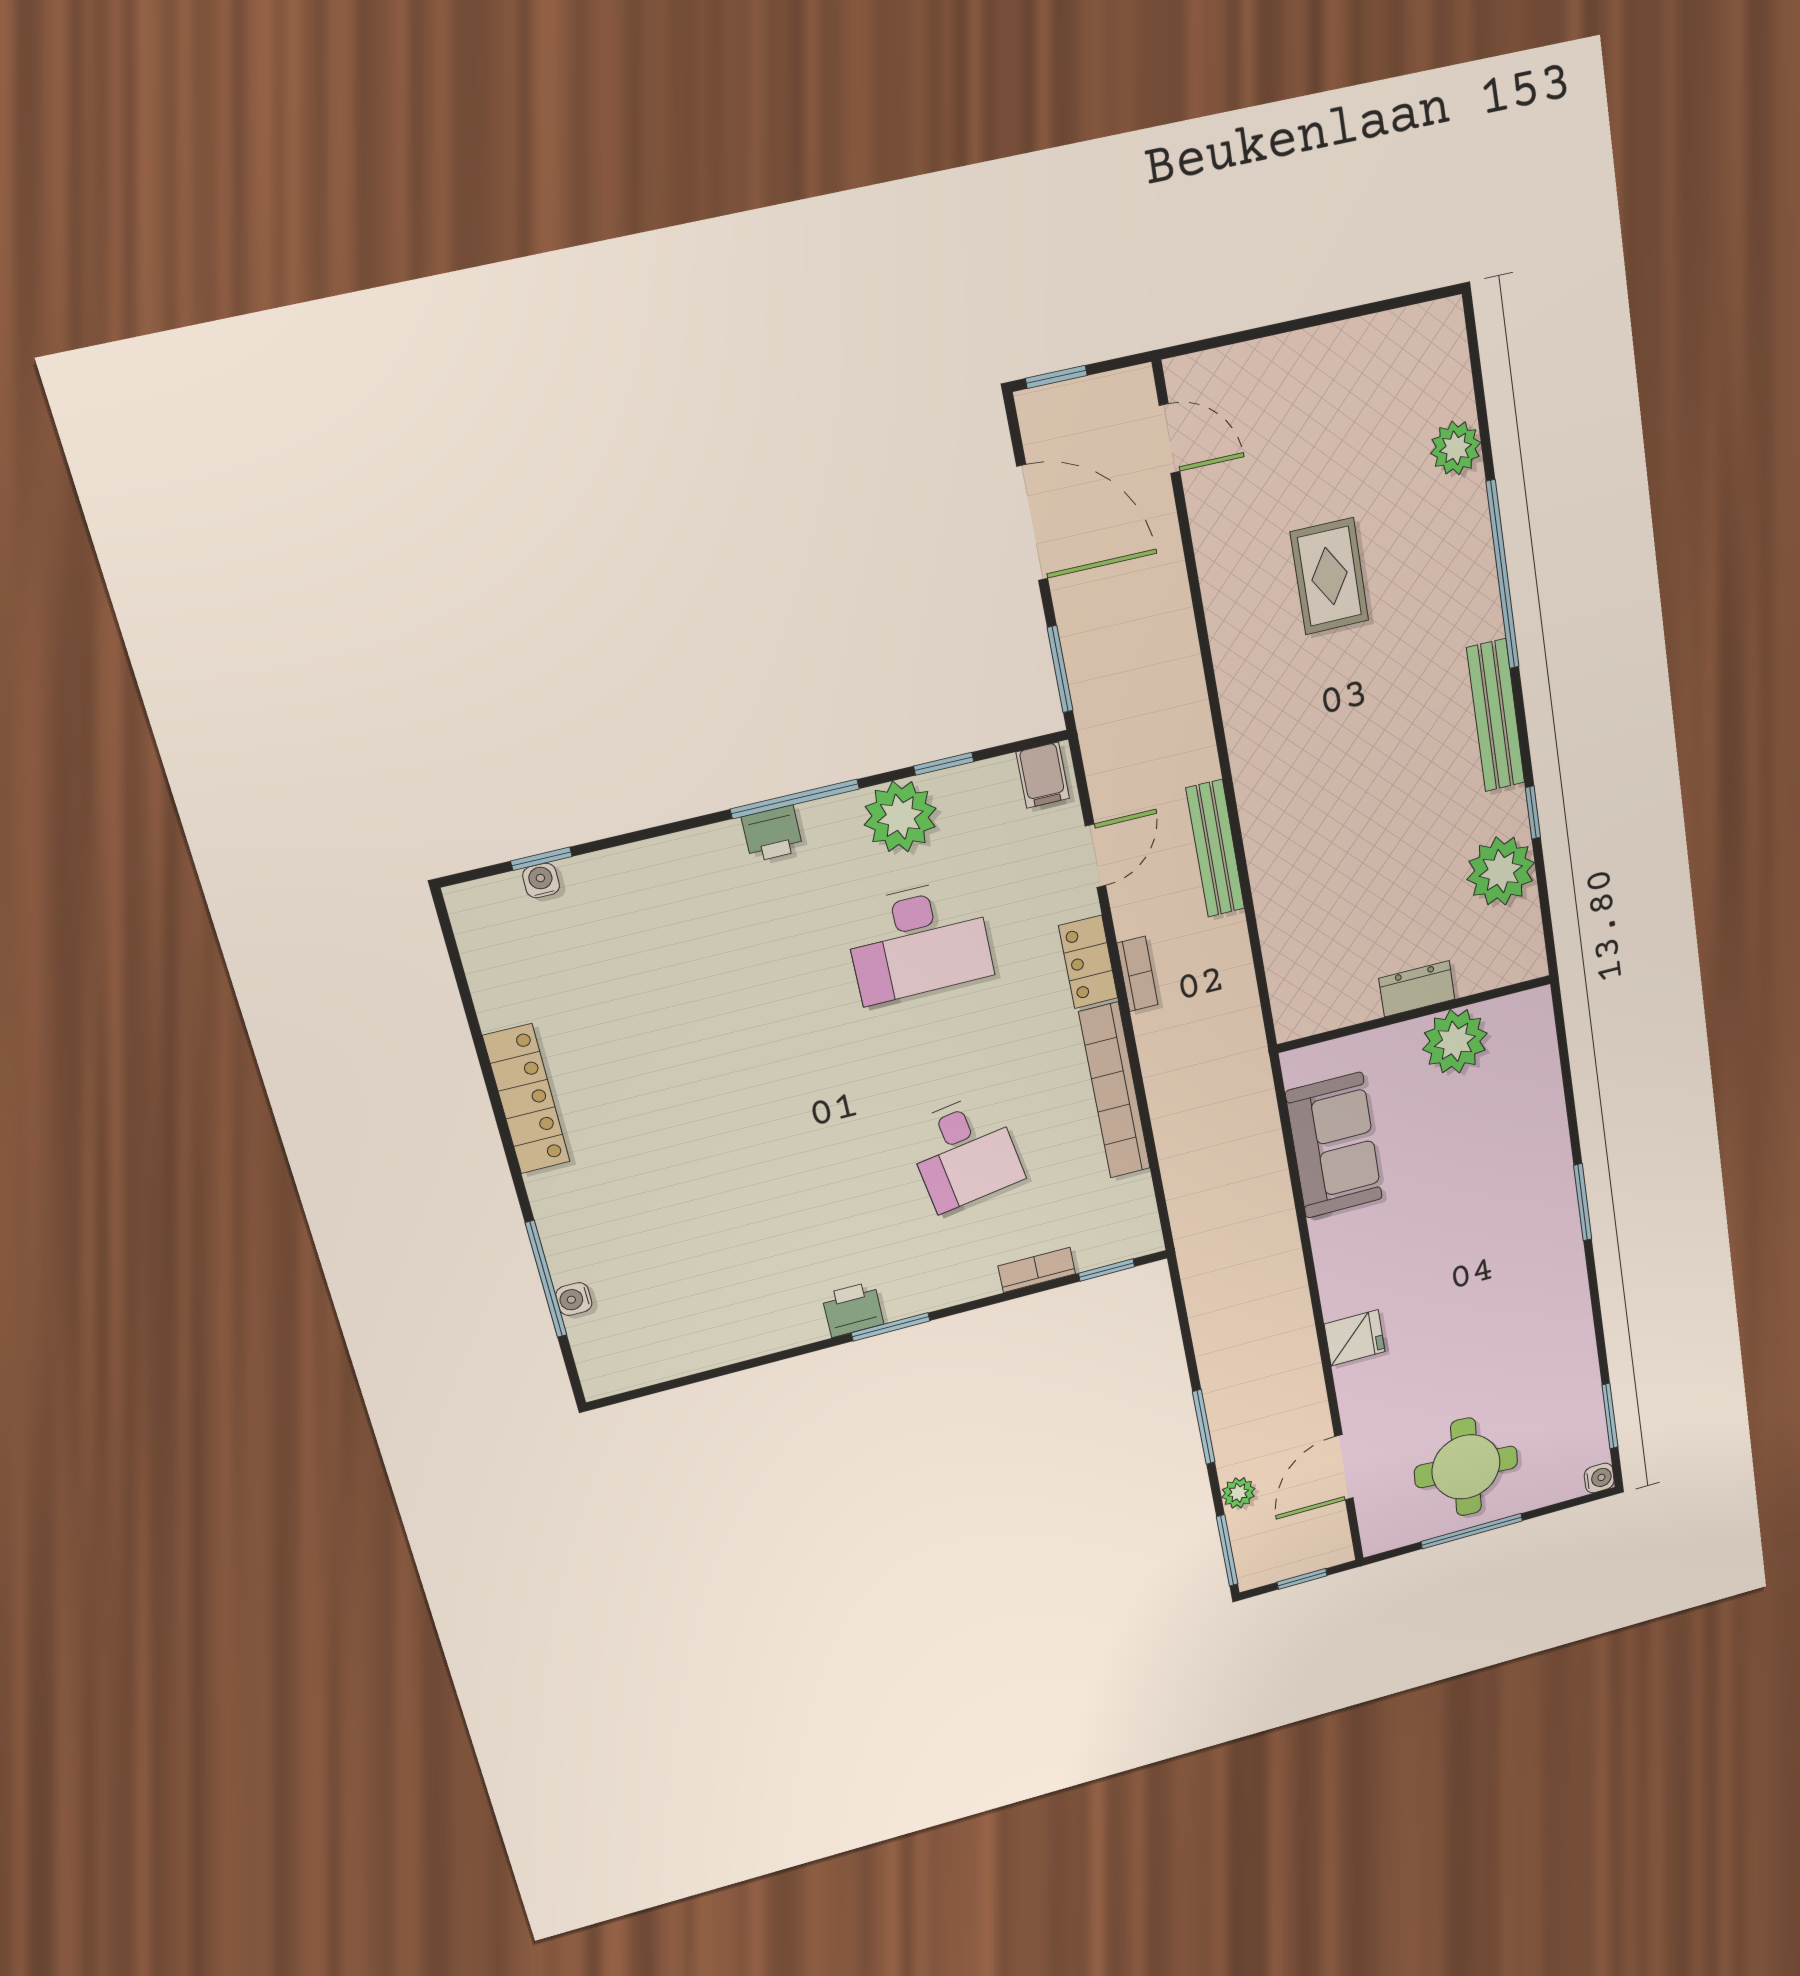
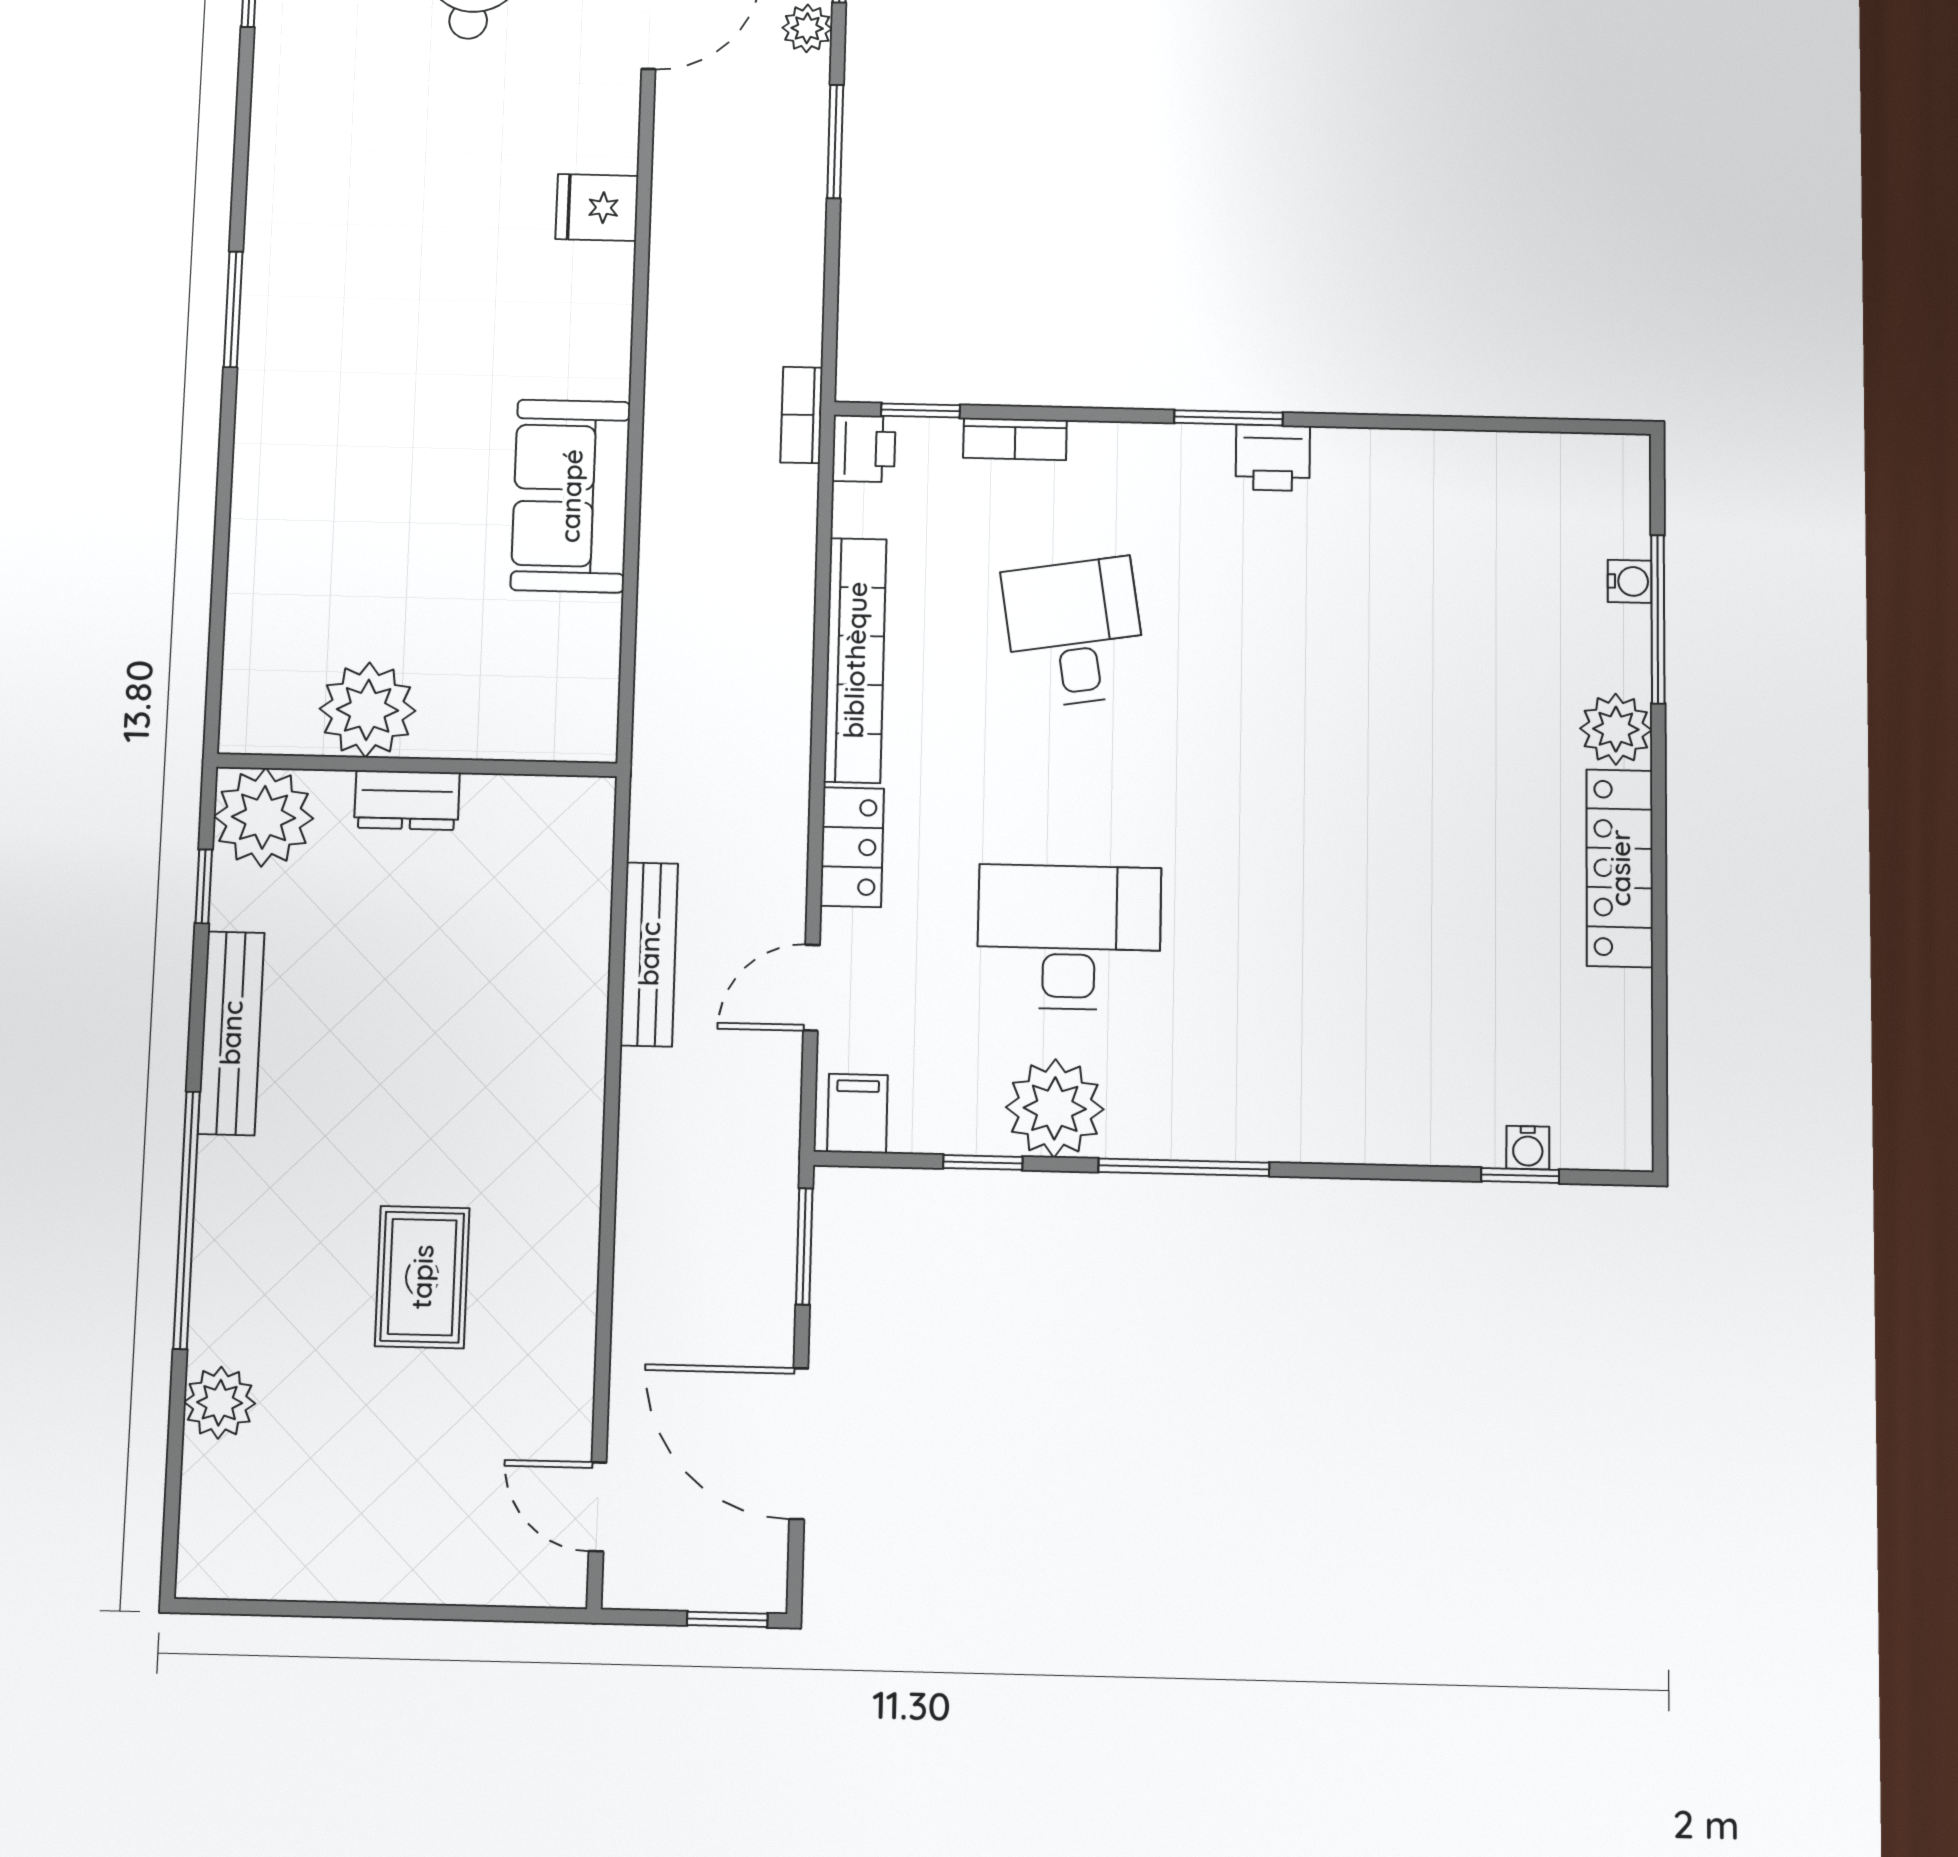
printer: (772, 834) -> (864, 449), moved, turned 90
bookcase: (1137, 974) -> (801, 415), moved
dresser: (1417, 989) -> (407, 800), moved
wall: (1415, 1014) -> (417, 765), moved
plant: (1455, 1041) -> (368, 710), moved
plant: (556, 1195) -> (1616, 729), added

